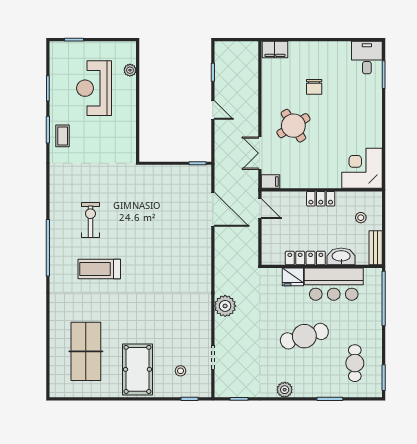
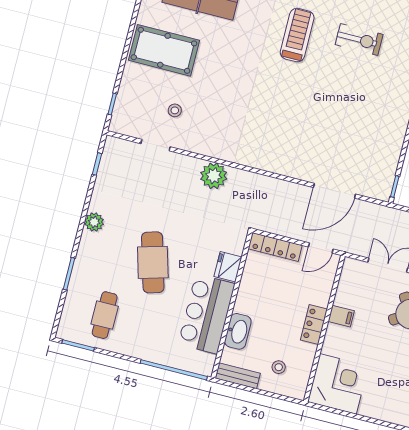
filing cabinet: (271, 181) -> (341, 316), moved, turned -90
locker: (305, 258) -> (275, 247), moved, turned 90
cafe table: (355, 363) -> (105, 315), turned 90
stool: (181, 371) -> (175, 110), moved

